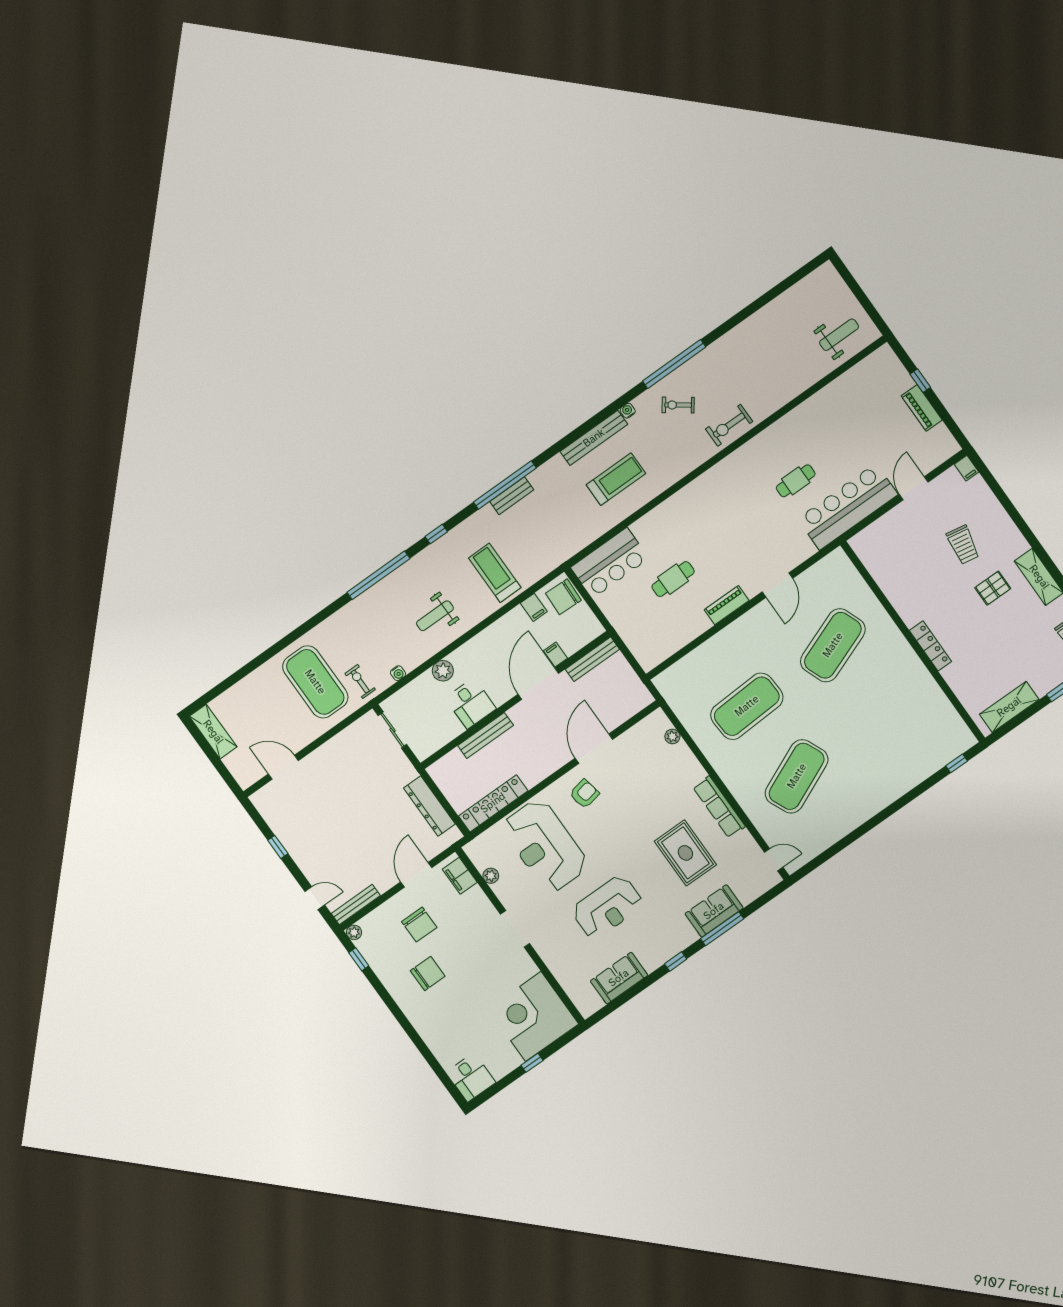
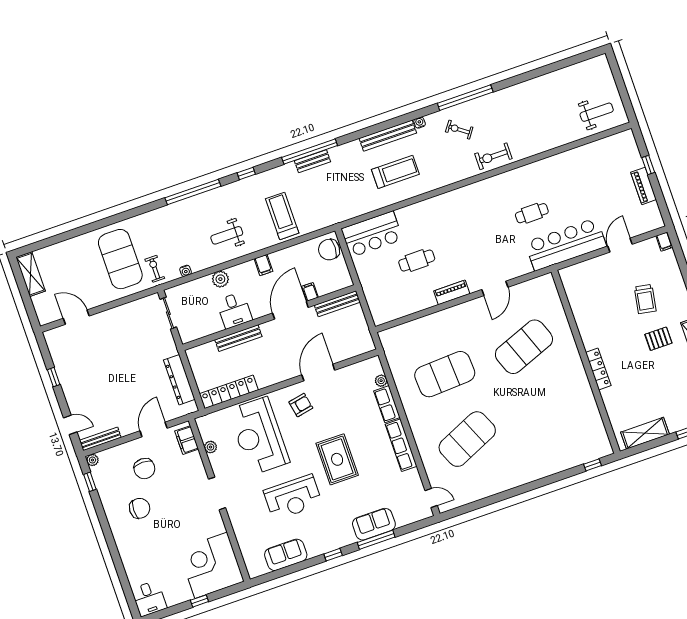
filing cabinet: (534, 607) -> (263, 265), moved
row of seats: (688, 763) -> (387, 404), added
rug: (685, 853) -> (337, 459), moved

